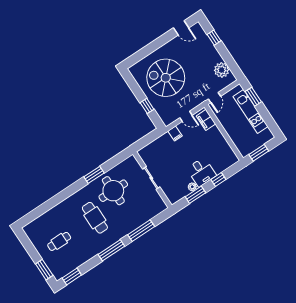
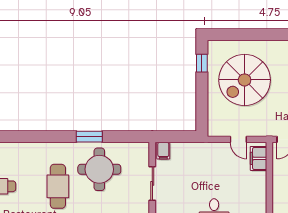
spiral stairs: (166, 78) -> (245, 80), turned -90
window: (147, 106) -> (202, 63), moved
filing cabinet: (175, 134) -> (163, 151), moved

